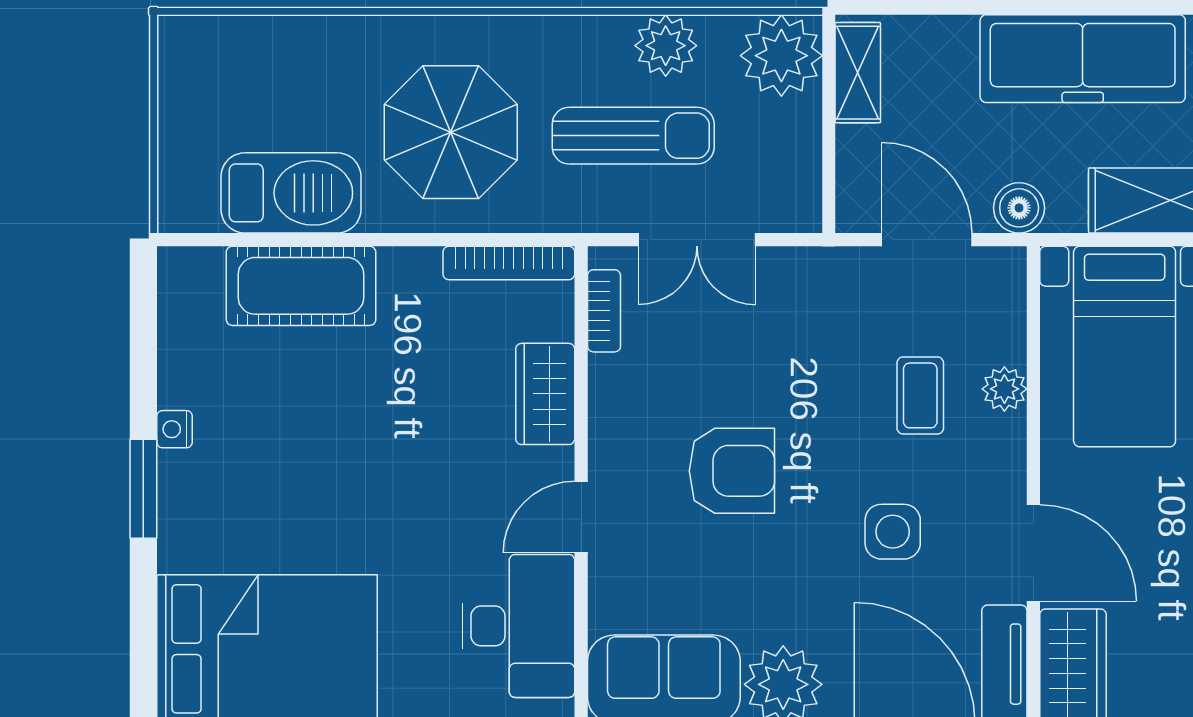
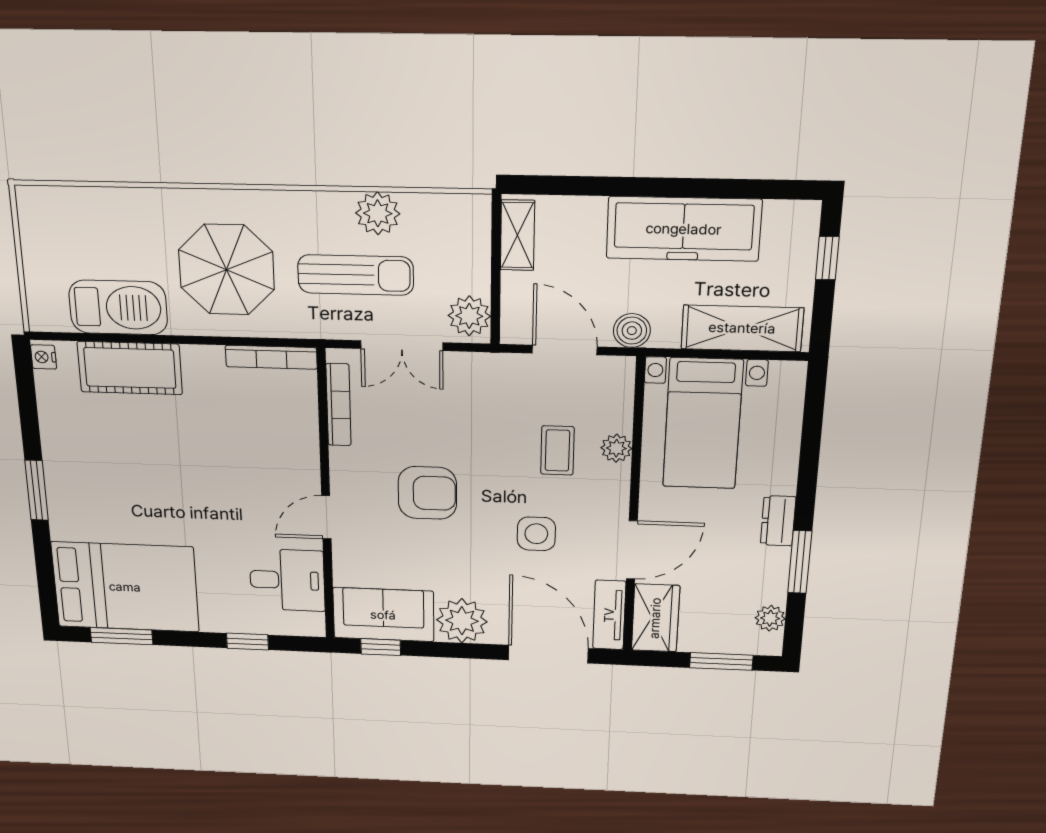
plant: (781, 56) -> (469, 316), moved, width x0.73, depth x0.73
bookcase: (604, 311) -> (338, 405), width x1.56
wardrobe: (545, 394) -> (300, 441), removed
nightstand: (175, 429) -> (43, 357), moved
door: (1033, 553) -> (632, 550), hinge flipped
desk: (518, 626) -> (287, 580), width x0.73

